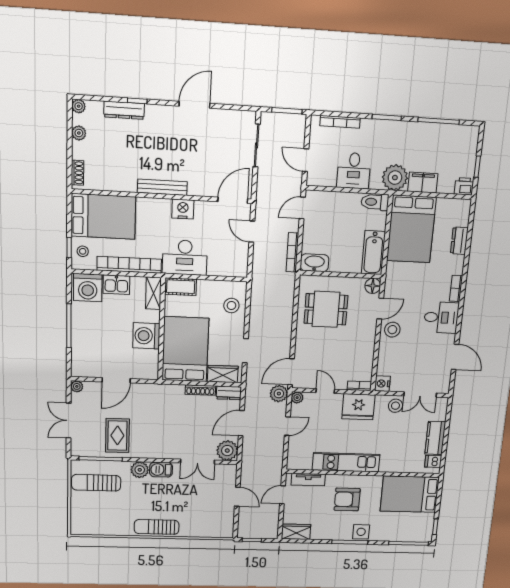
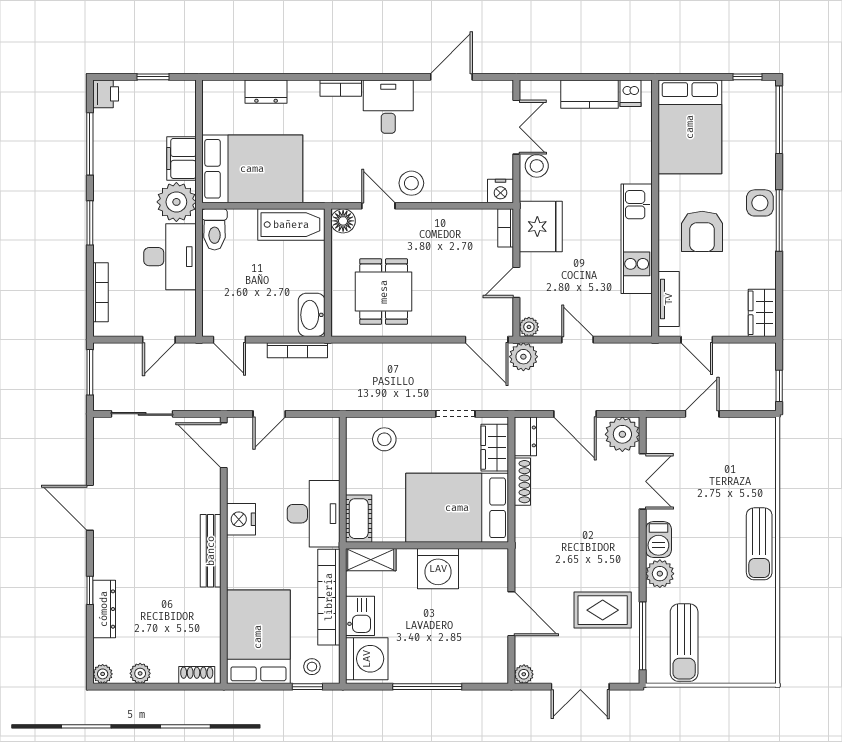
desk: (354, 171) -> (170, 257), width x1.37
printer: (464, 186) -> (106, 94), moved, turned 180

